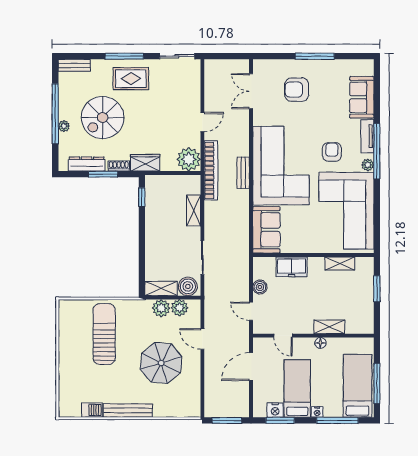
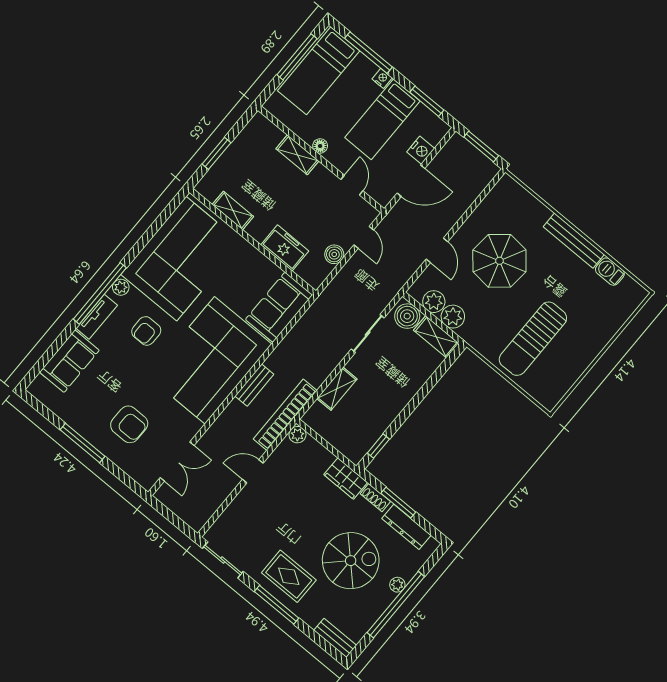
plant: (189, 159) -> (297, 435), width x0.53, depth x0.53
nightstand: (275, 410) -> (421, 150), moved, turned 90

